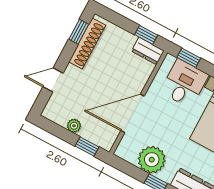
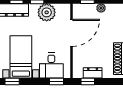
dresser: (148, 51) -> (93, 73), moved

